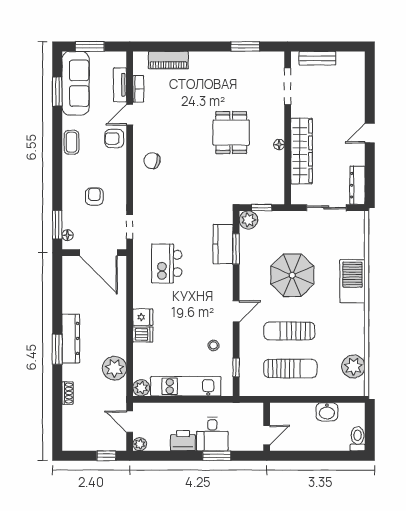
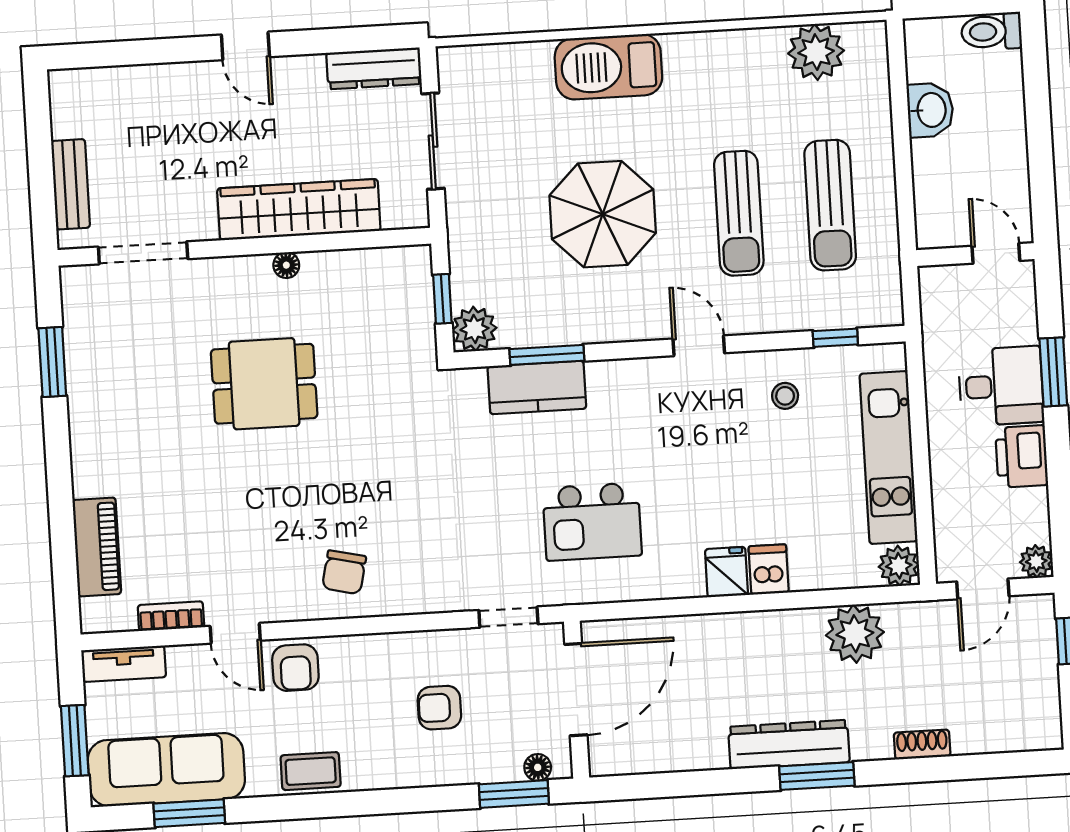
tv unit: (120, 85) -> (124, 664), moved
sun lounger: (290, 369) -> (830, 205), turned 180

